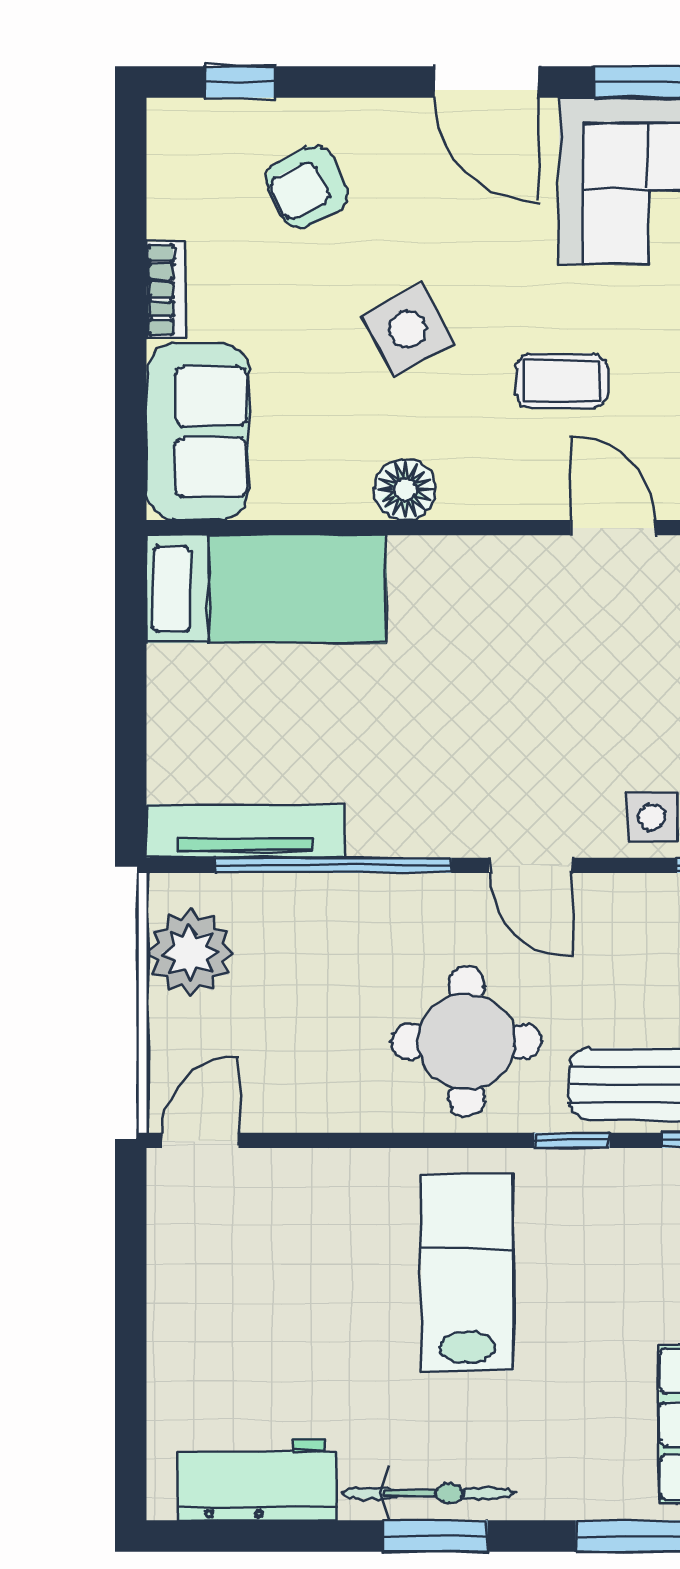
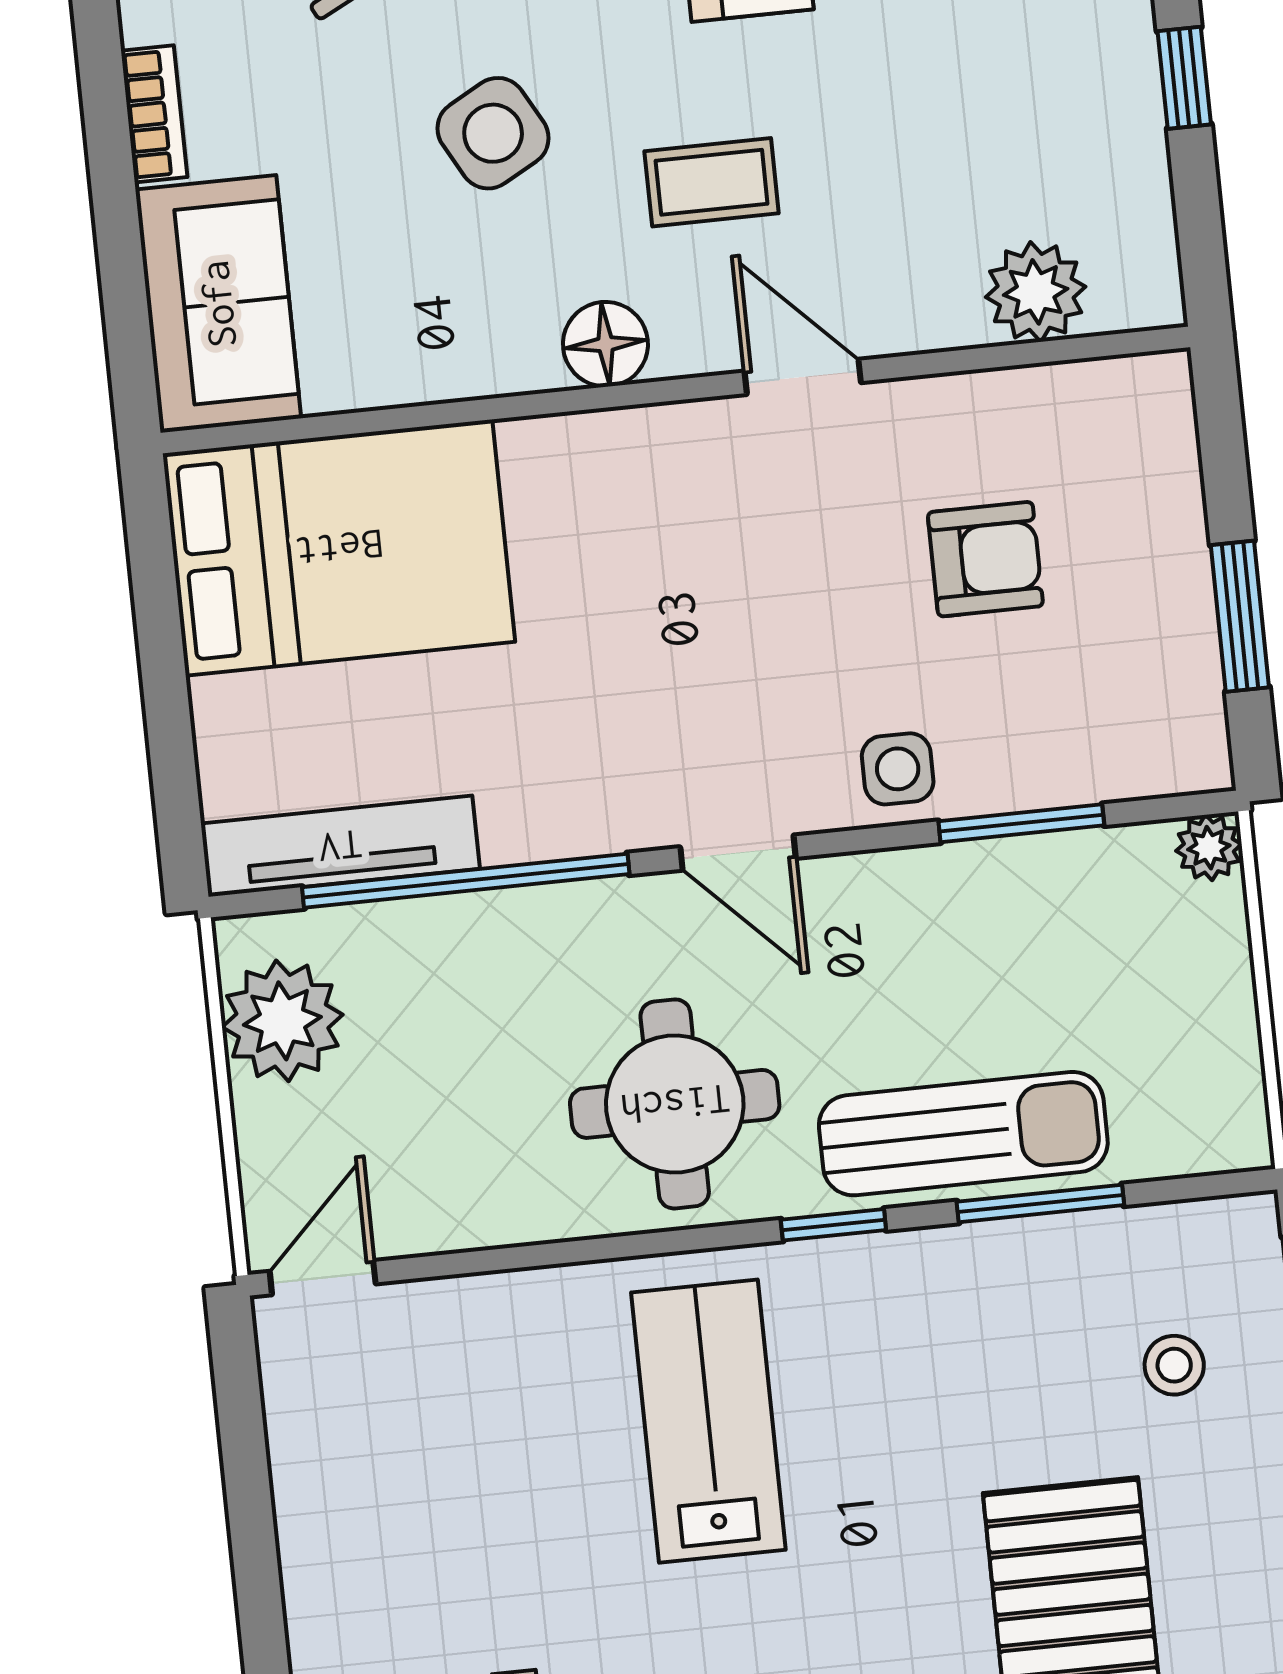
floor lamp: (405, 489) -> (605, 344), moved
bed: (266, 589) -> (339, 548), width x1.50

